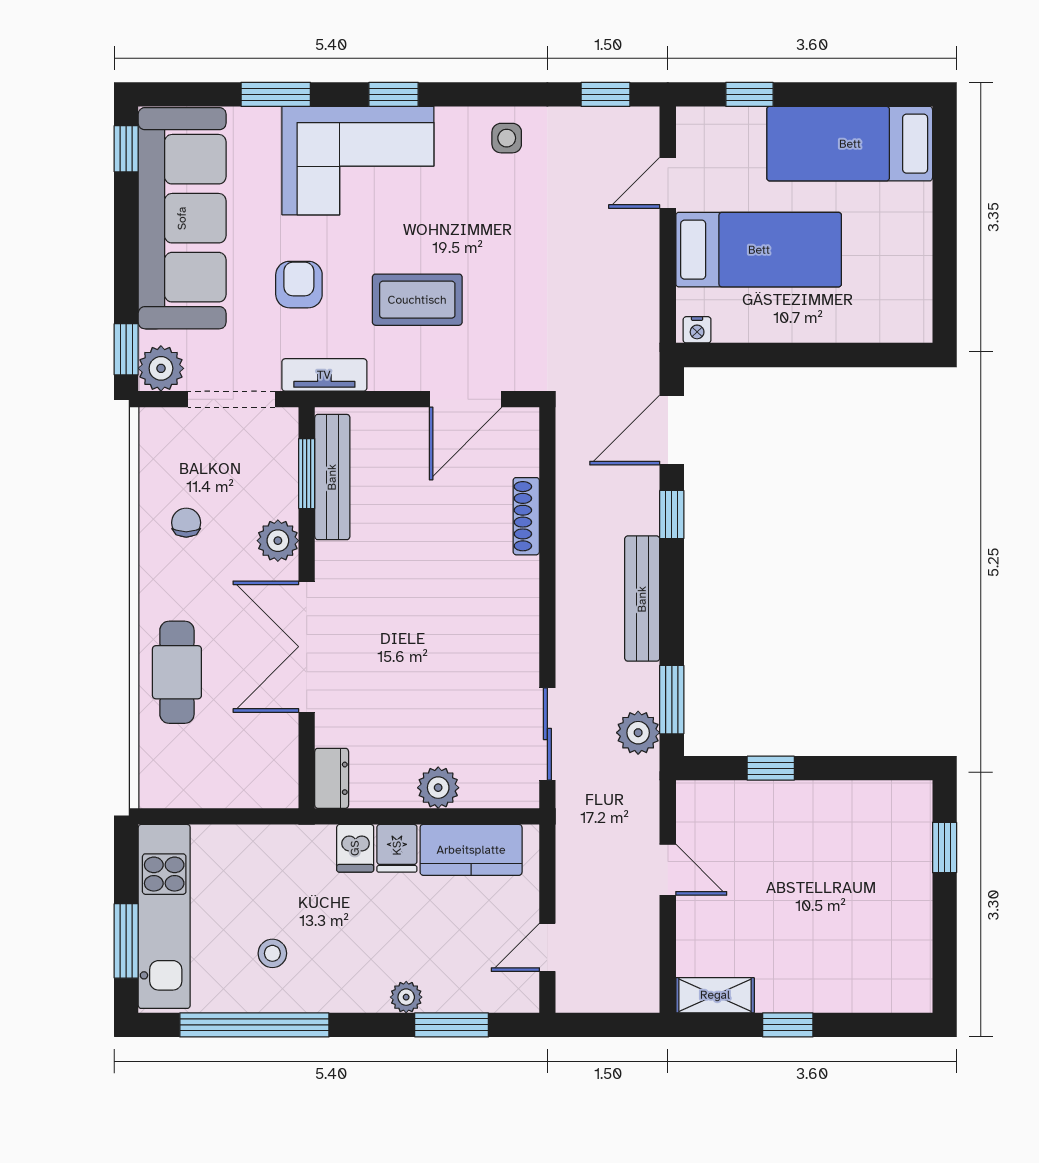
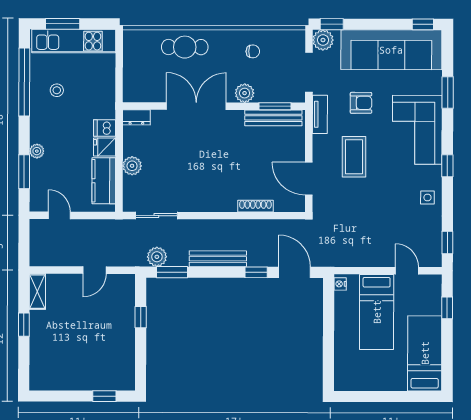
window: (394, 94) -> (447, 166), moved

